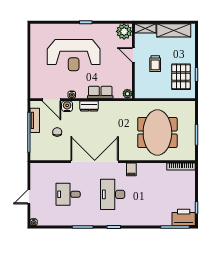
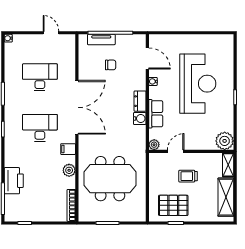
reception desk: (74, 55) -> (198, 84), turned 180
door: (133, 55) -> (176, 151), moved
door: (51, 100) -> (147, 58), swing flipped
water cooler: (67, 106) -> (140, 119), moved
tv unit: (35, 120) -> (101, 40), moved
plant: (150, 169) -> (69, 170), added
desk: (68, 194) -> (40, 77), width x1.37
door: (29, 197) -> (51, 33), moved
printer: (184, 217) -> (14, 181), moved

